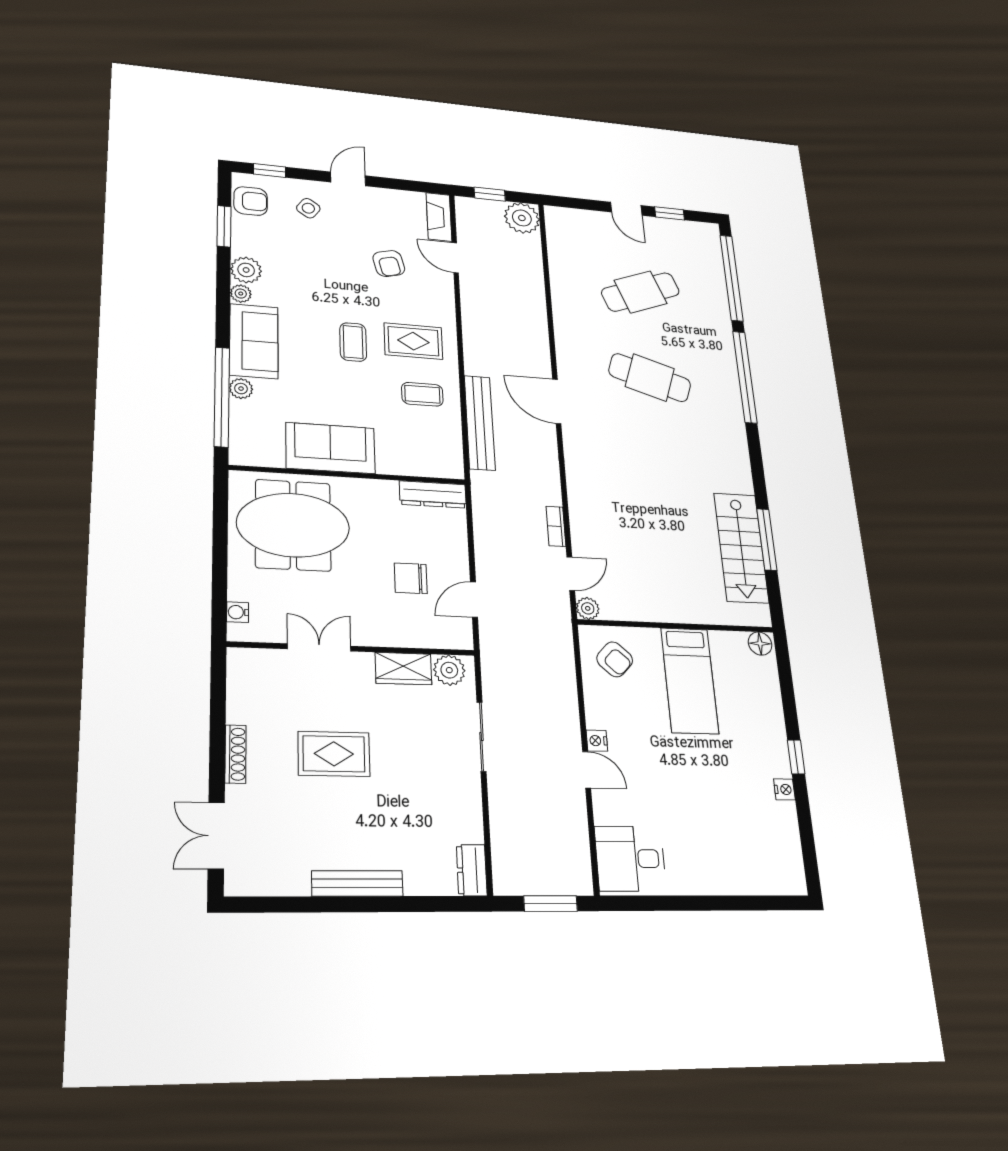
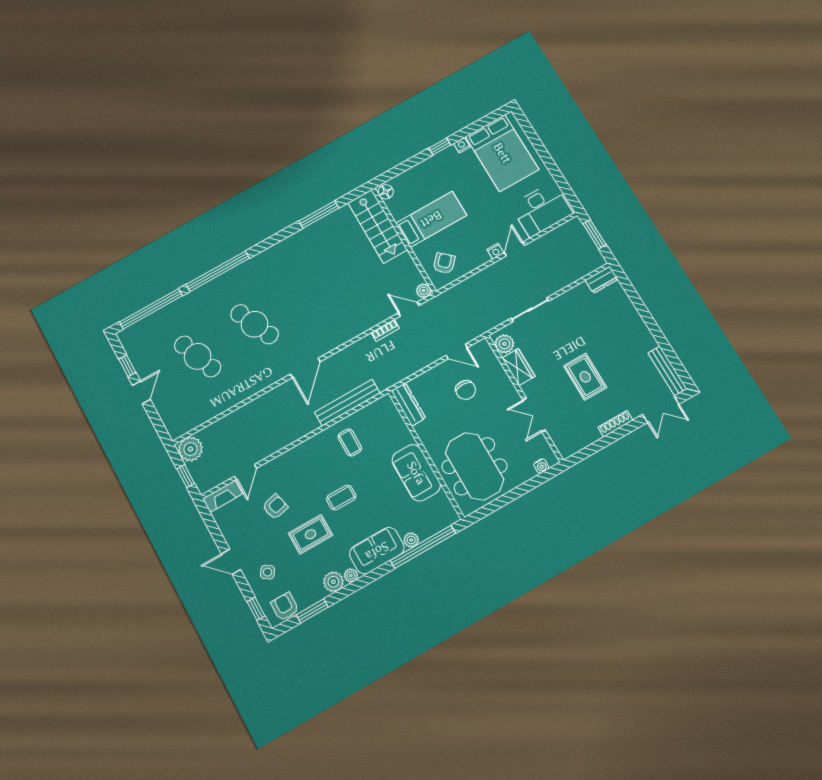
rug: (413, 341) -> (311, 534), moved, turned 90
cafe table: (650, 378) -> (255, 324), turned -42
stairs: (741, 548) -> (378, 226), moved, turned 90
bed: (746, 841) -> (502, 153), added
desk: (630, 859) -> (542, 210), width x1.37
bench: (357, 883) -> (667, 371), moved

